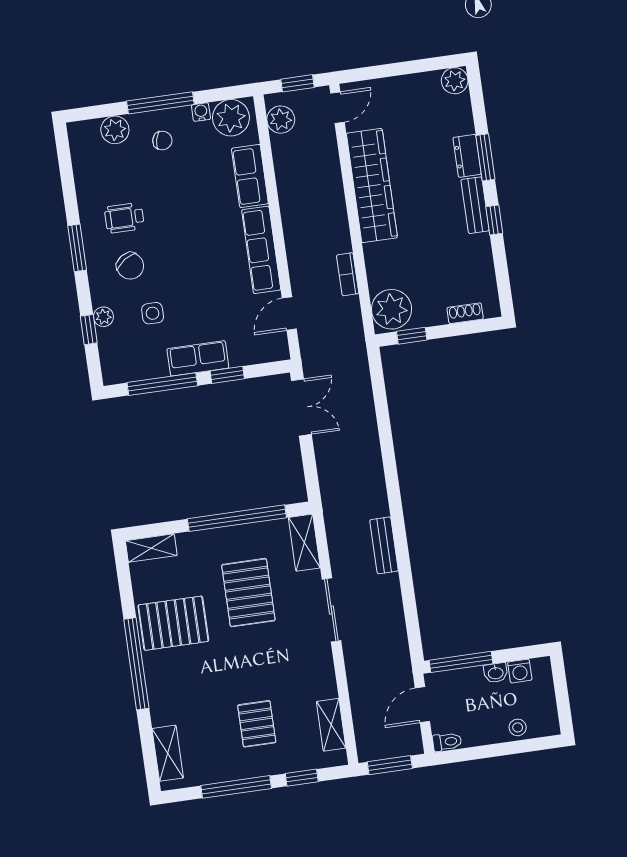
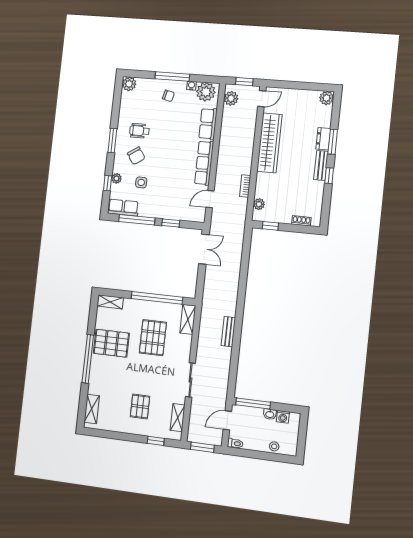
plant: (115, 130) -> (129, 84), moved
plant: (392, 309) -> (259, 204), width x0.53, depth x0.53
row of seats: (198, 358) -> (123, 208), moved
sliding door: (331, 610) -> (190, 380), moved
window: (236, 787) -> (121, 436), removed

